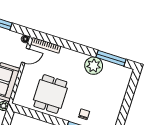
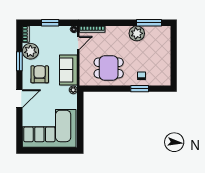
dining table: (50, 94) -> (109, 68), turned 90

